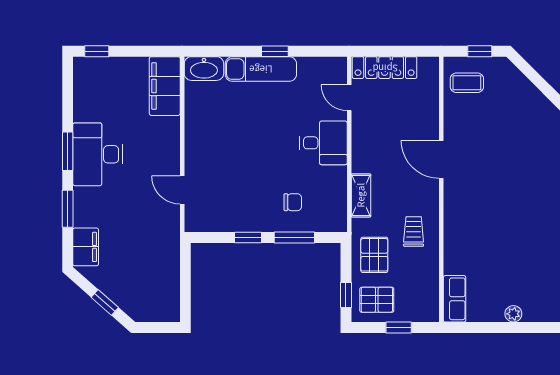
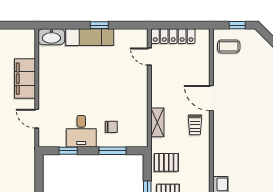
filing cabinet: (165, 86) -> (25, 79), moved
desk: (323, 143) -> (81, 131), moved, turned 90
trolley: (414, 231) -> (195, 125), moved, turned 180
window: (248, 238) -> (68, 151), moved
pallet: (374, 255) -> (166, 162), turned 90

